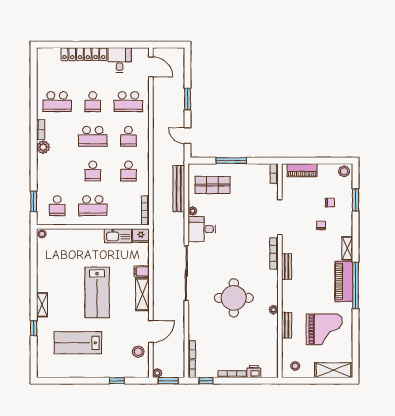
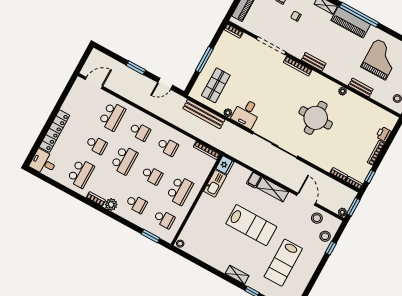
desk: (120, 60) -> (43, 162), moved
school desk: (57, 171) -> (136, 204), added
stool: (125, 369) -> (325, 236), added

